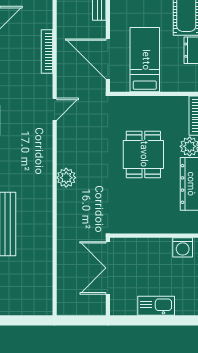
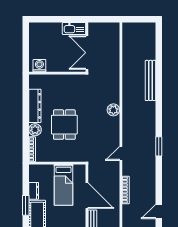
door: (108, 59) -> (87, 196), moved
double door: (108, 268) -> (87, 53), swing flipped
kitchen sink: (156, 306) -> (74, 29), moved

